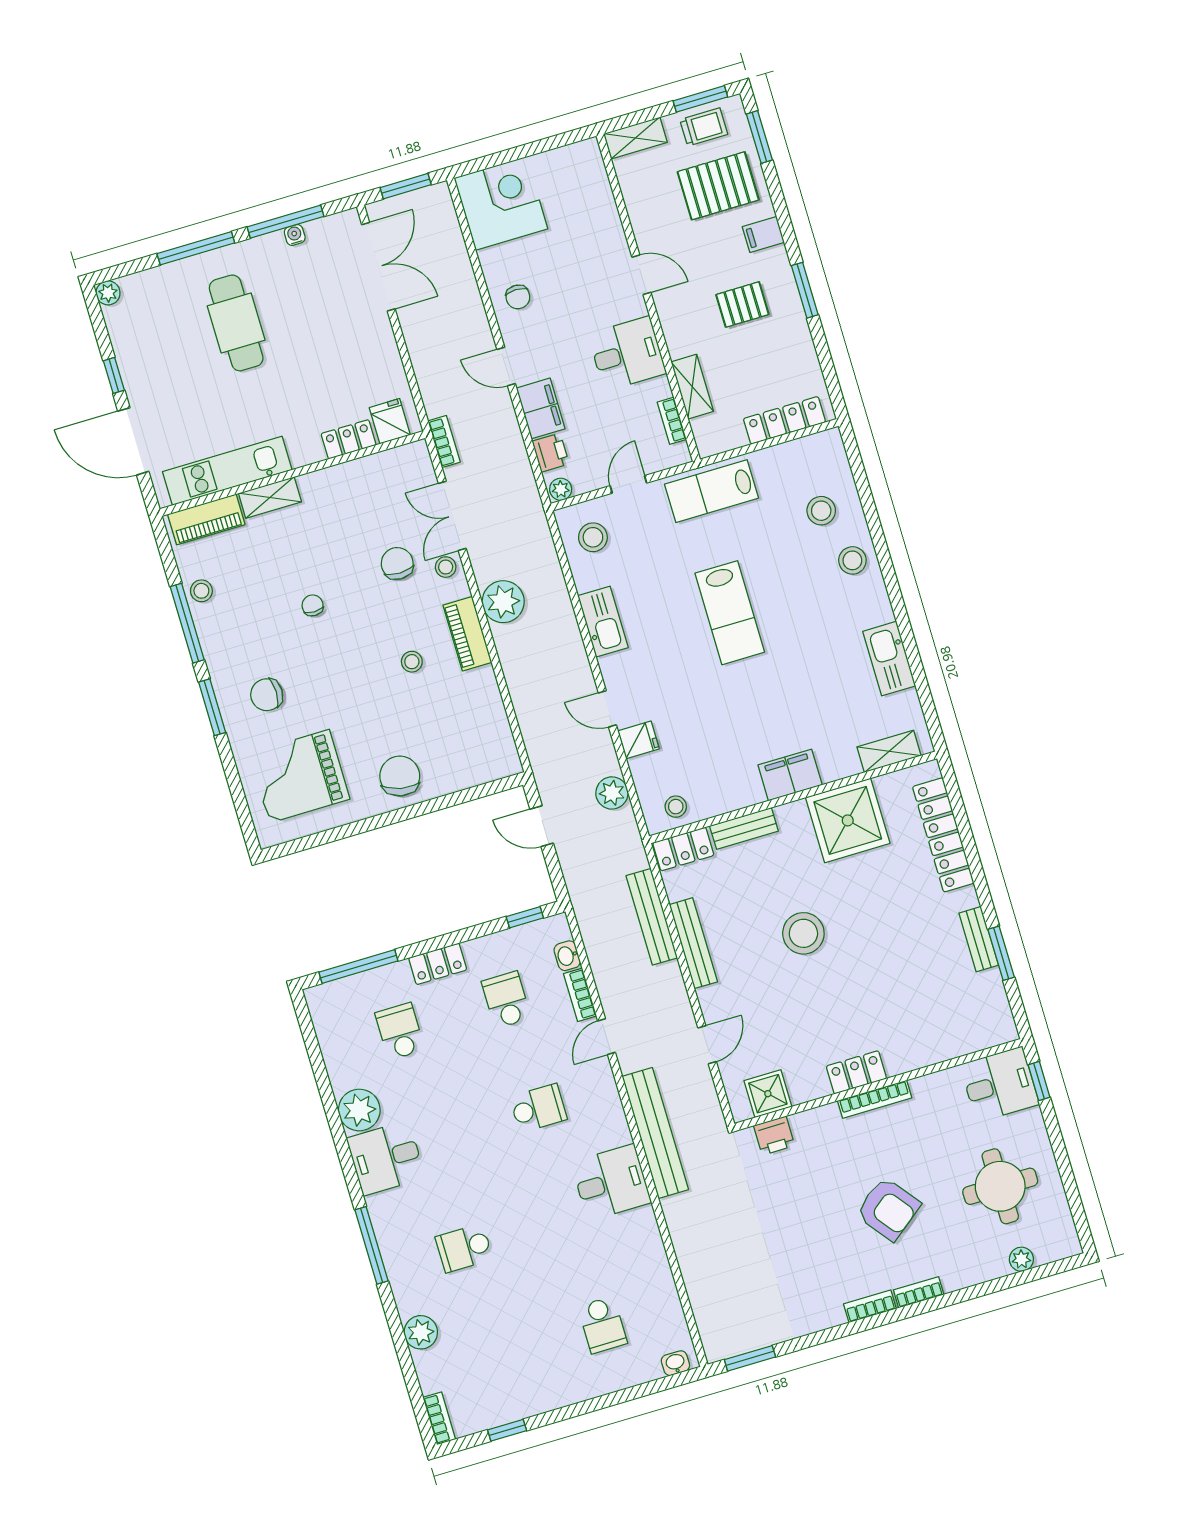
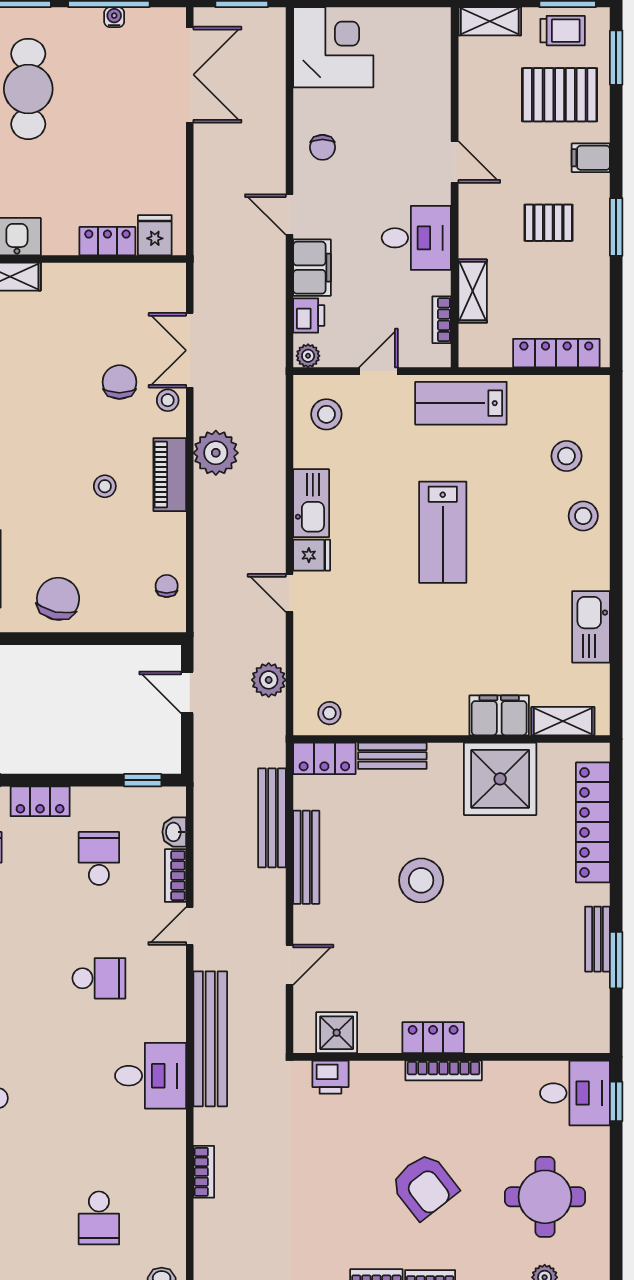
bookcase: (444, 442) -> (204, 1172), moved
chair: (313, 605) -> (167, 586), moved
fridge: (639, 740) -> (312, 555), moved
filing cabinet: (790, 775) -> (499, 715), moved

